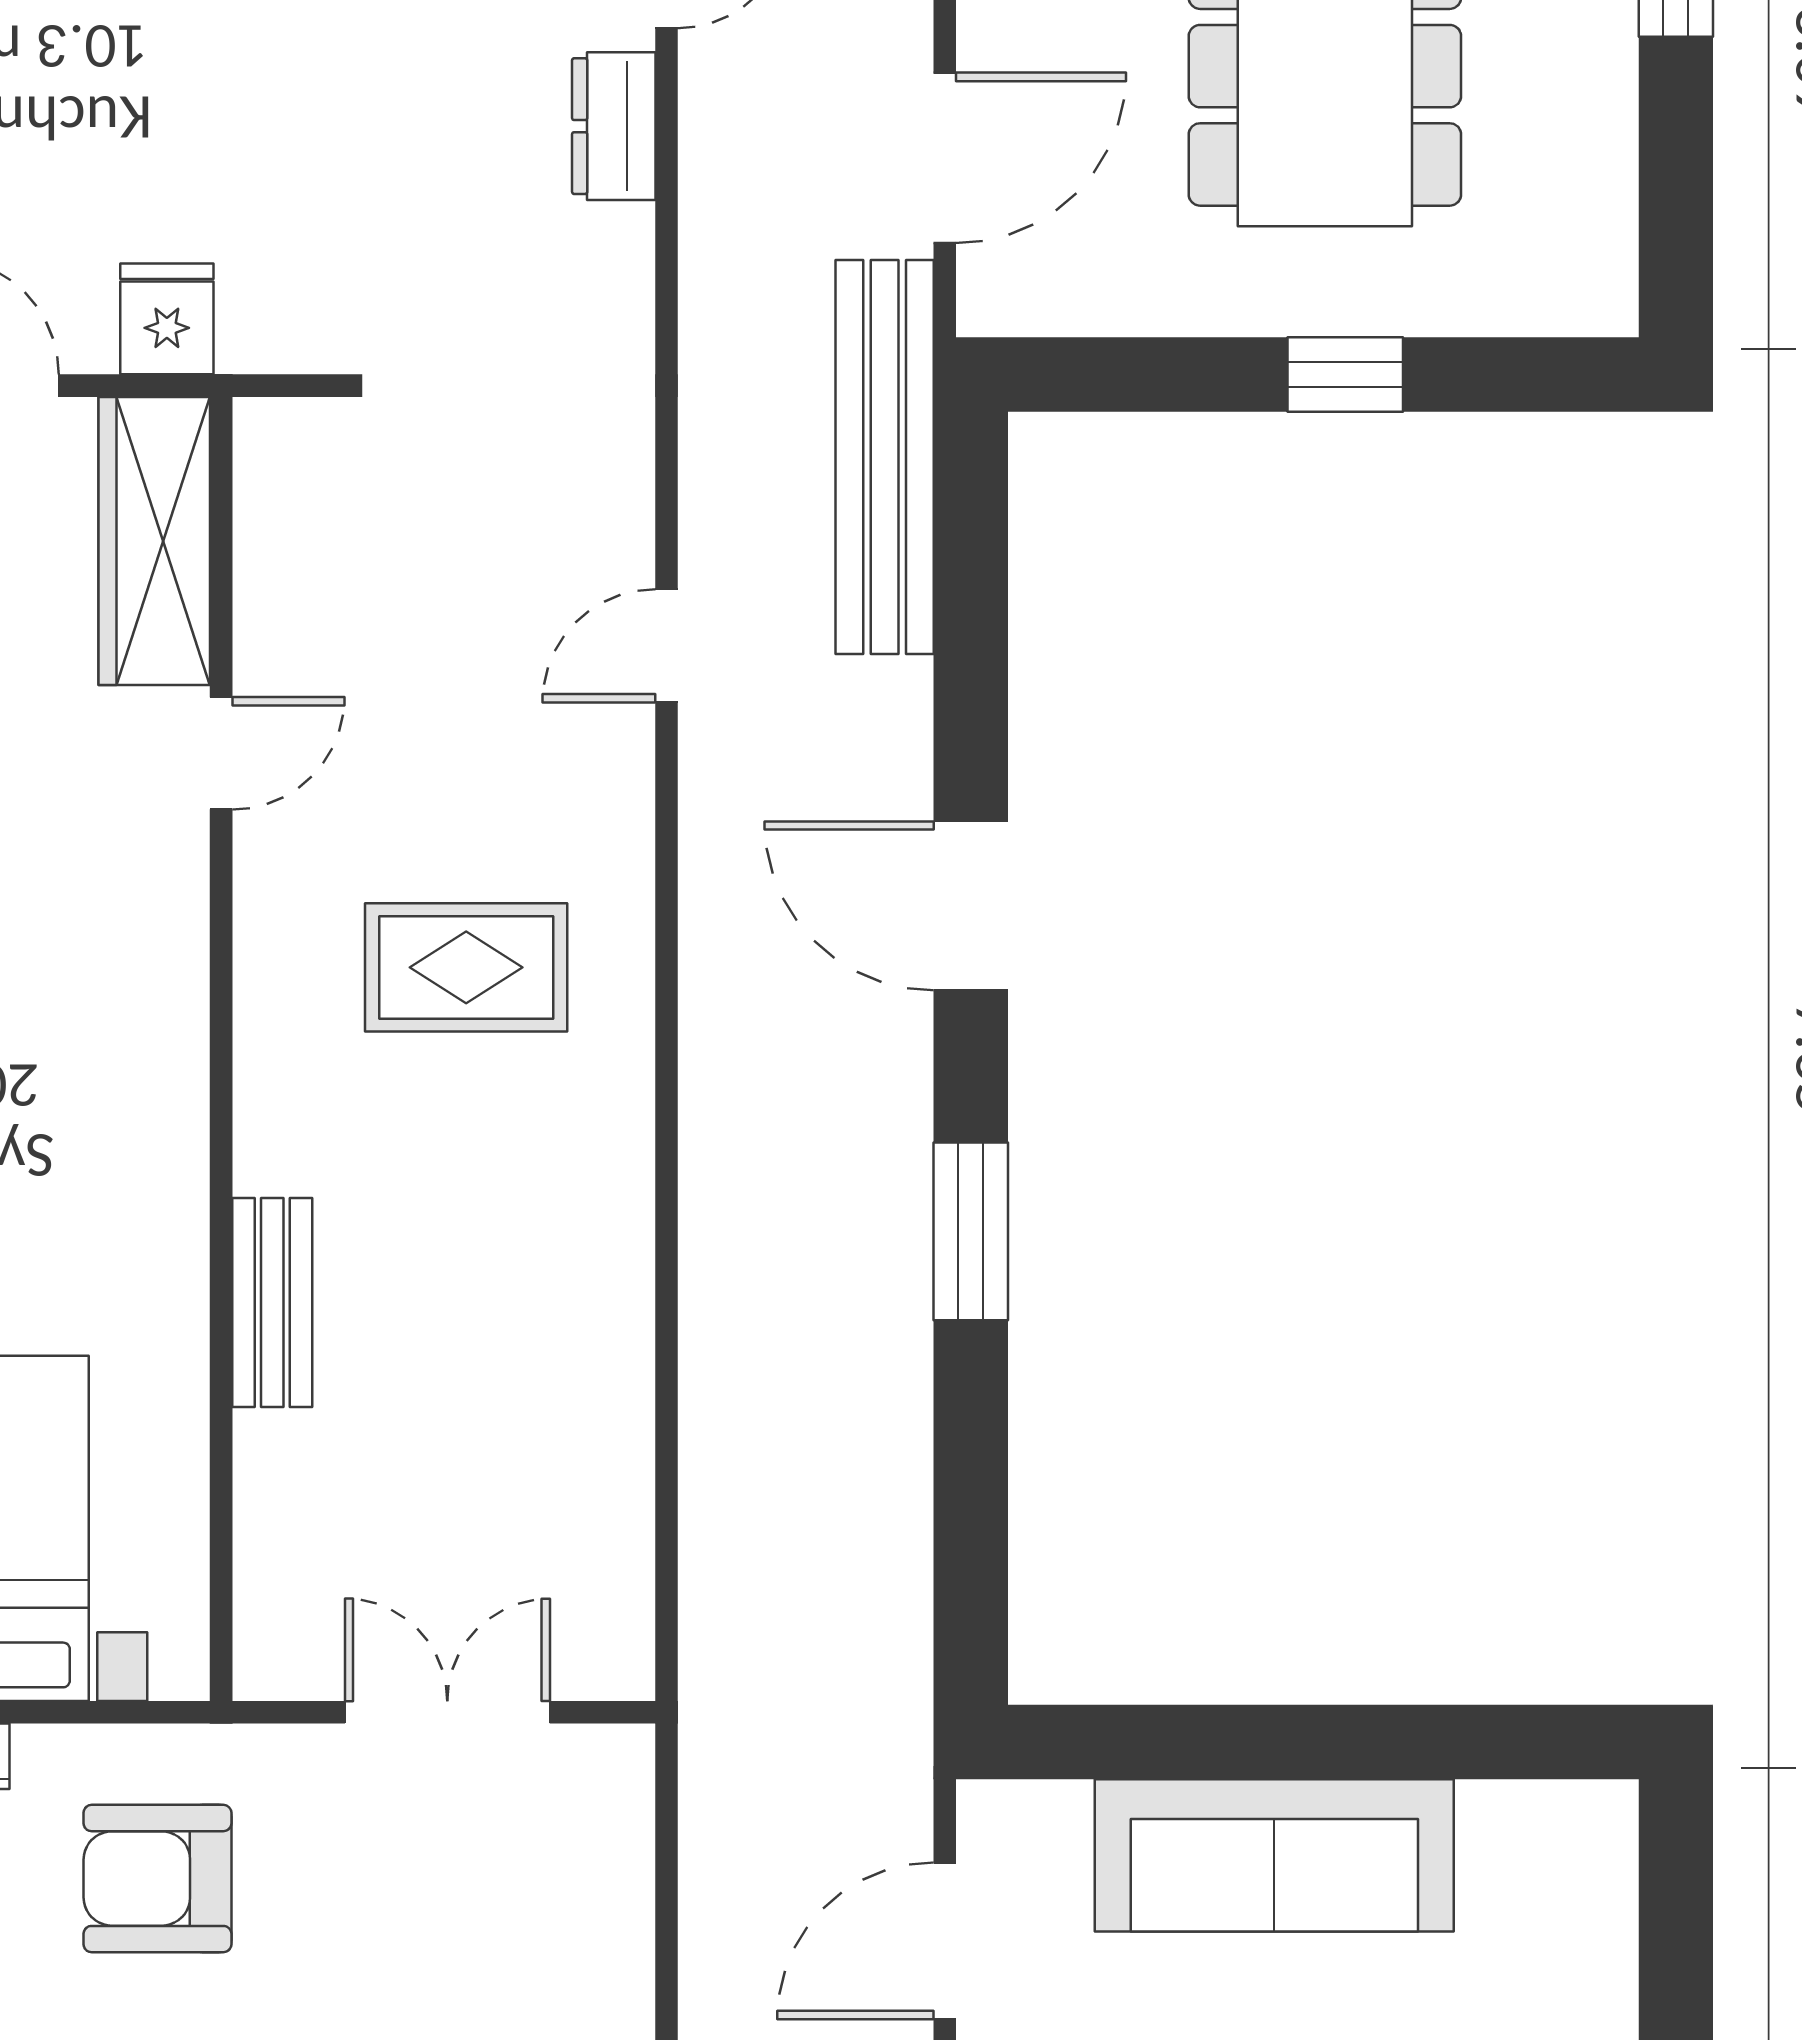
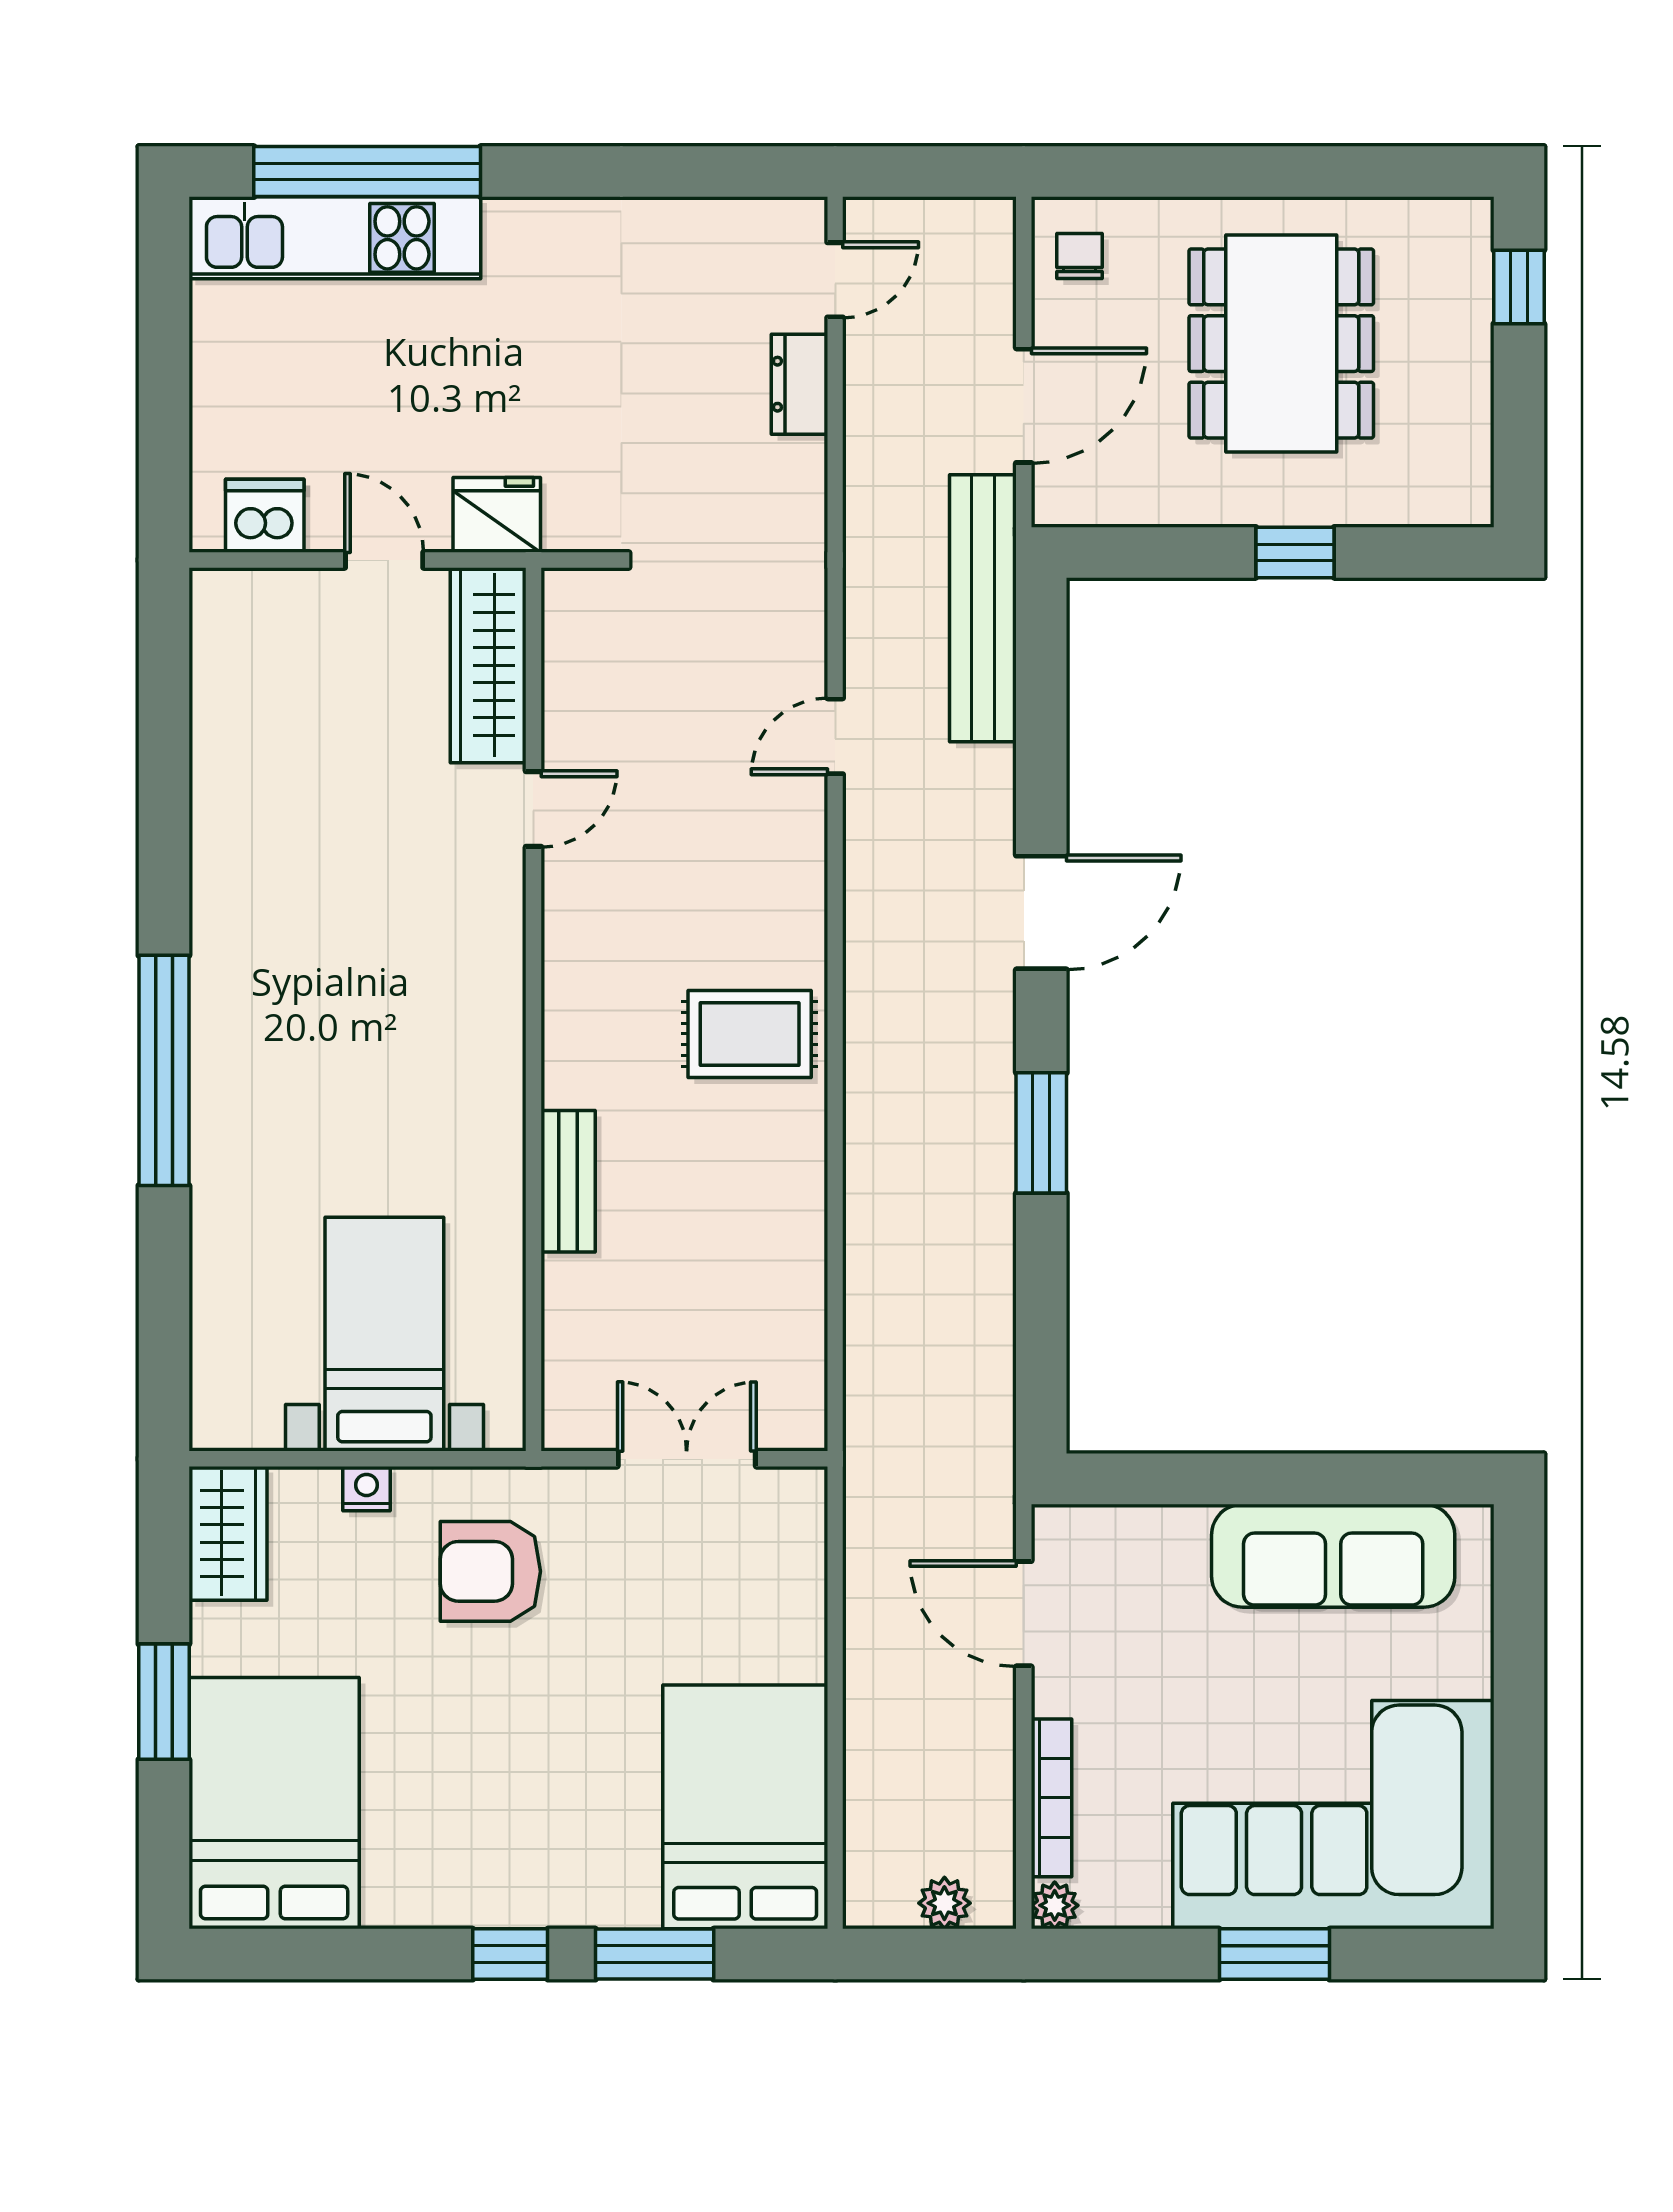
fridge: (167, 319) -> (497, 515), width x1.38
door: (971, 906) -> (1041, 912), swing flipped
rug: (466, 967) -> (750, 1034), moved
sofa: (1274, 1855) -> (1333, 1556), moved
door: (945, 1941) -> (1024, 1614), hinge flipped

